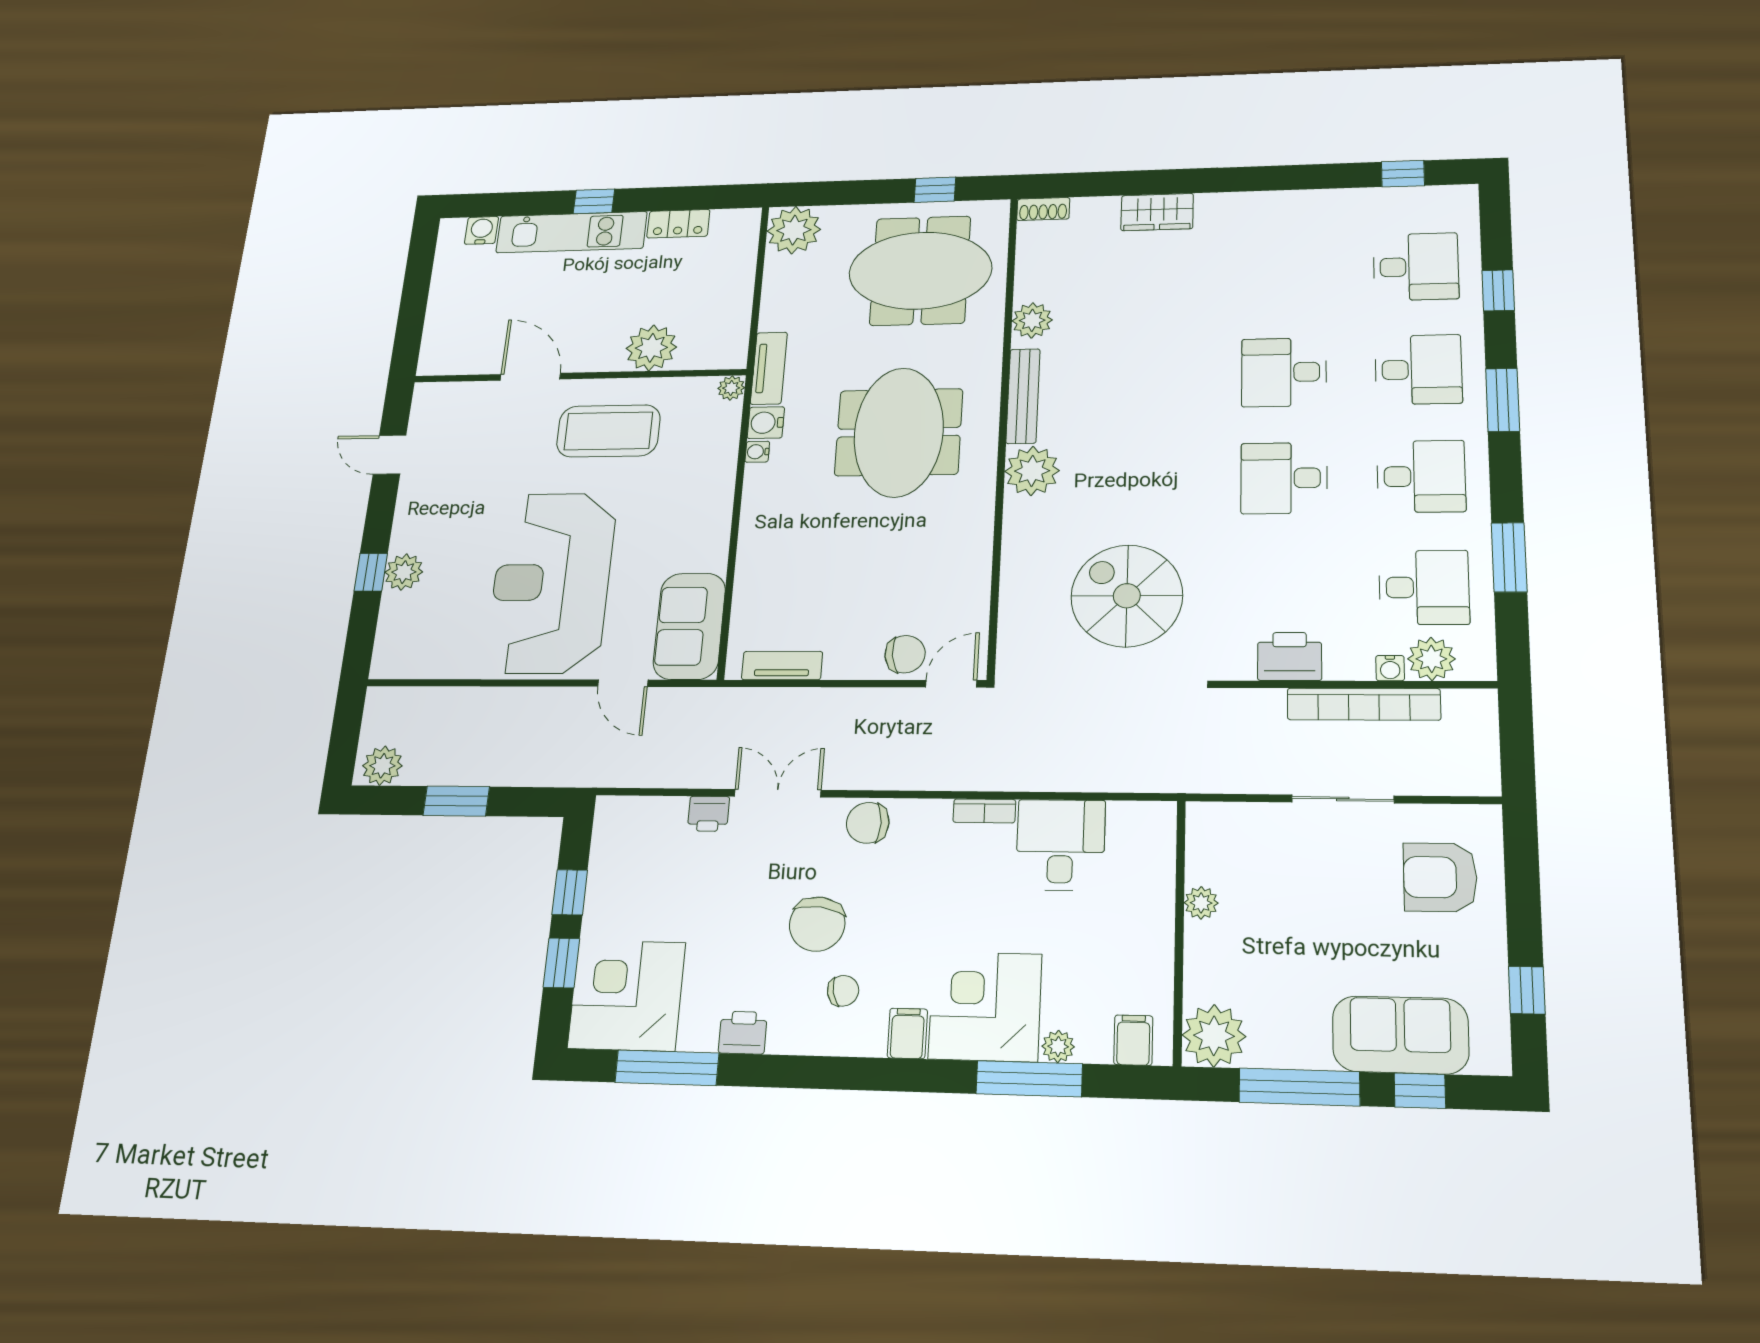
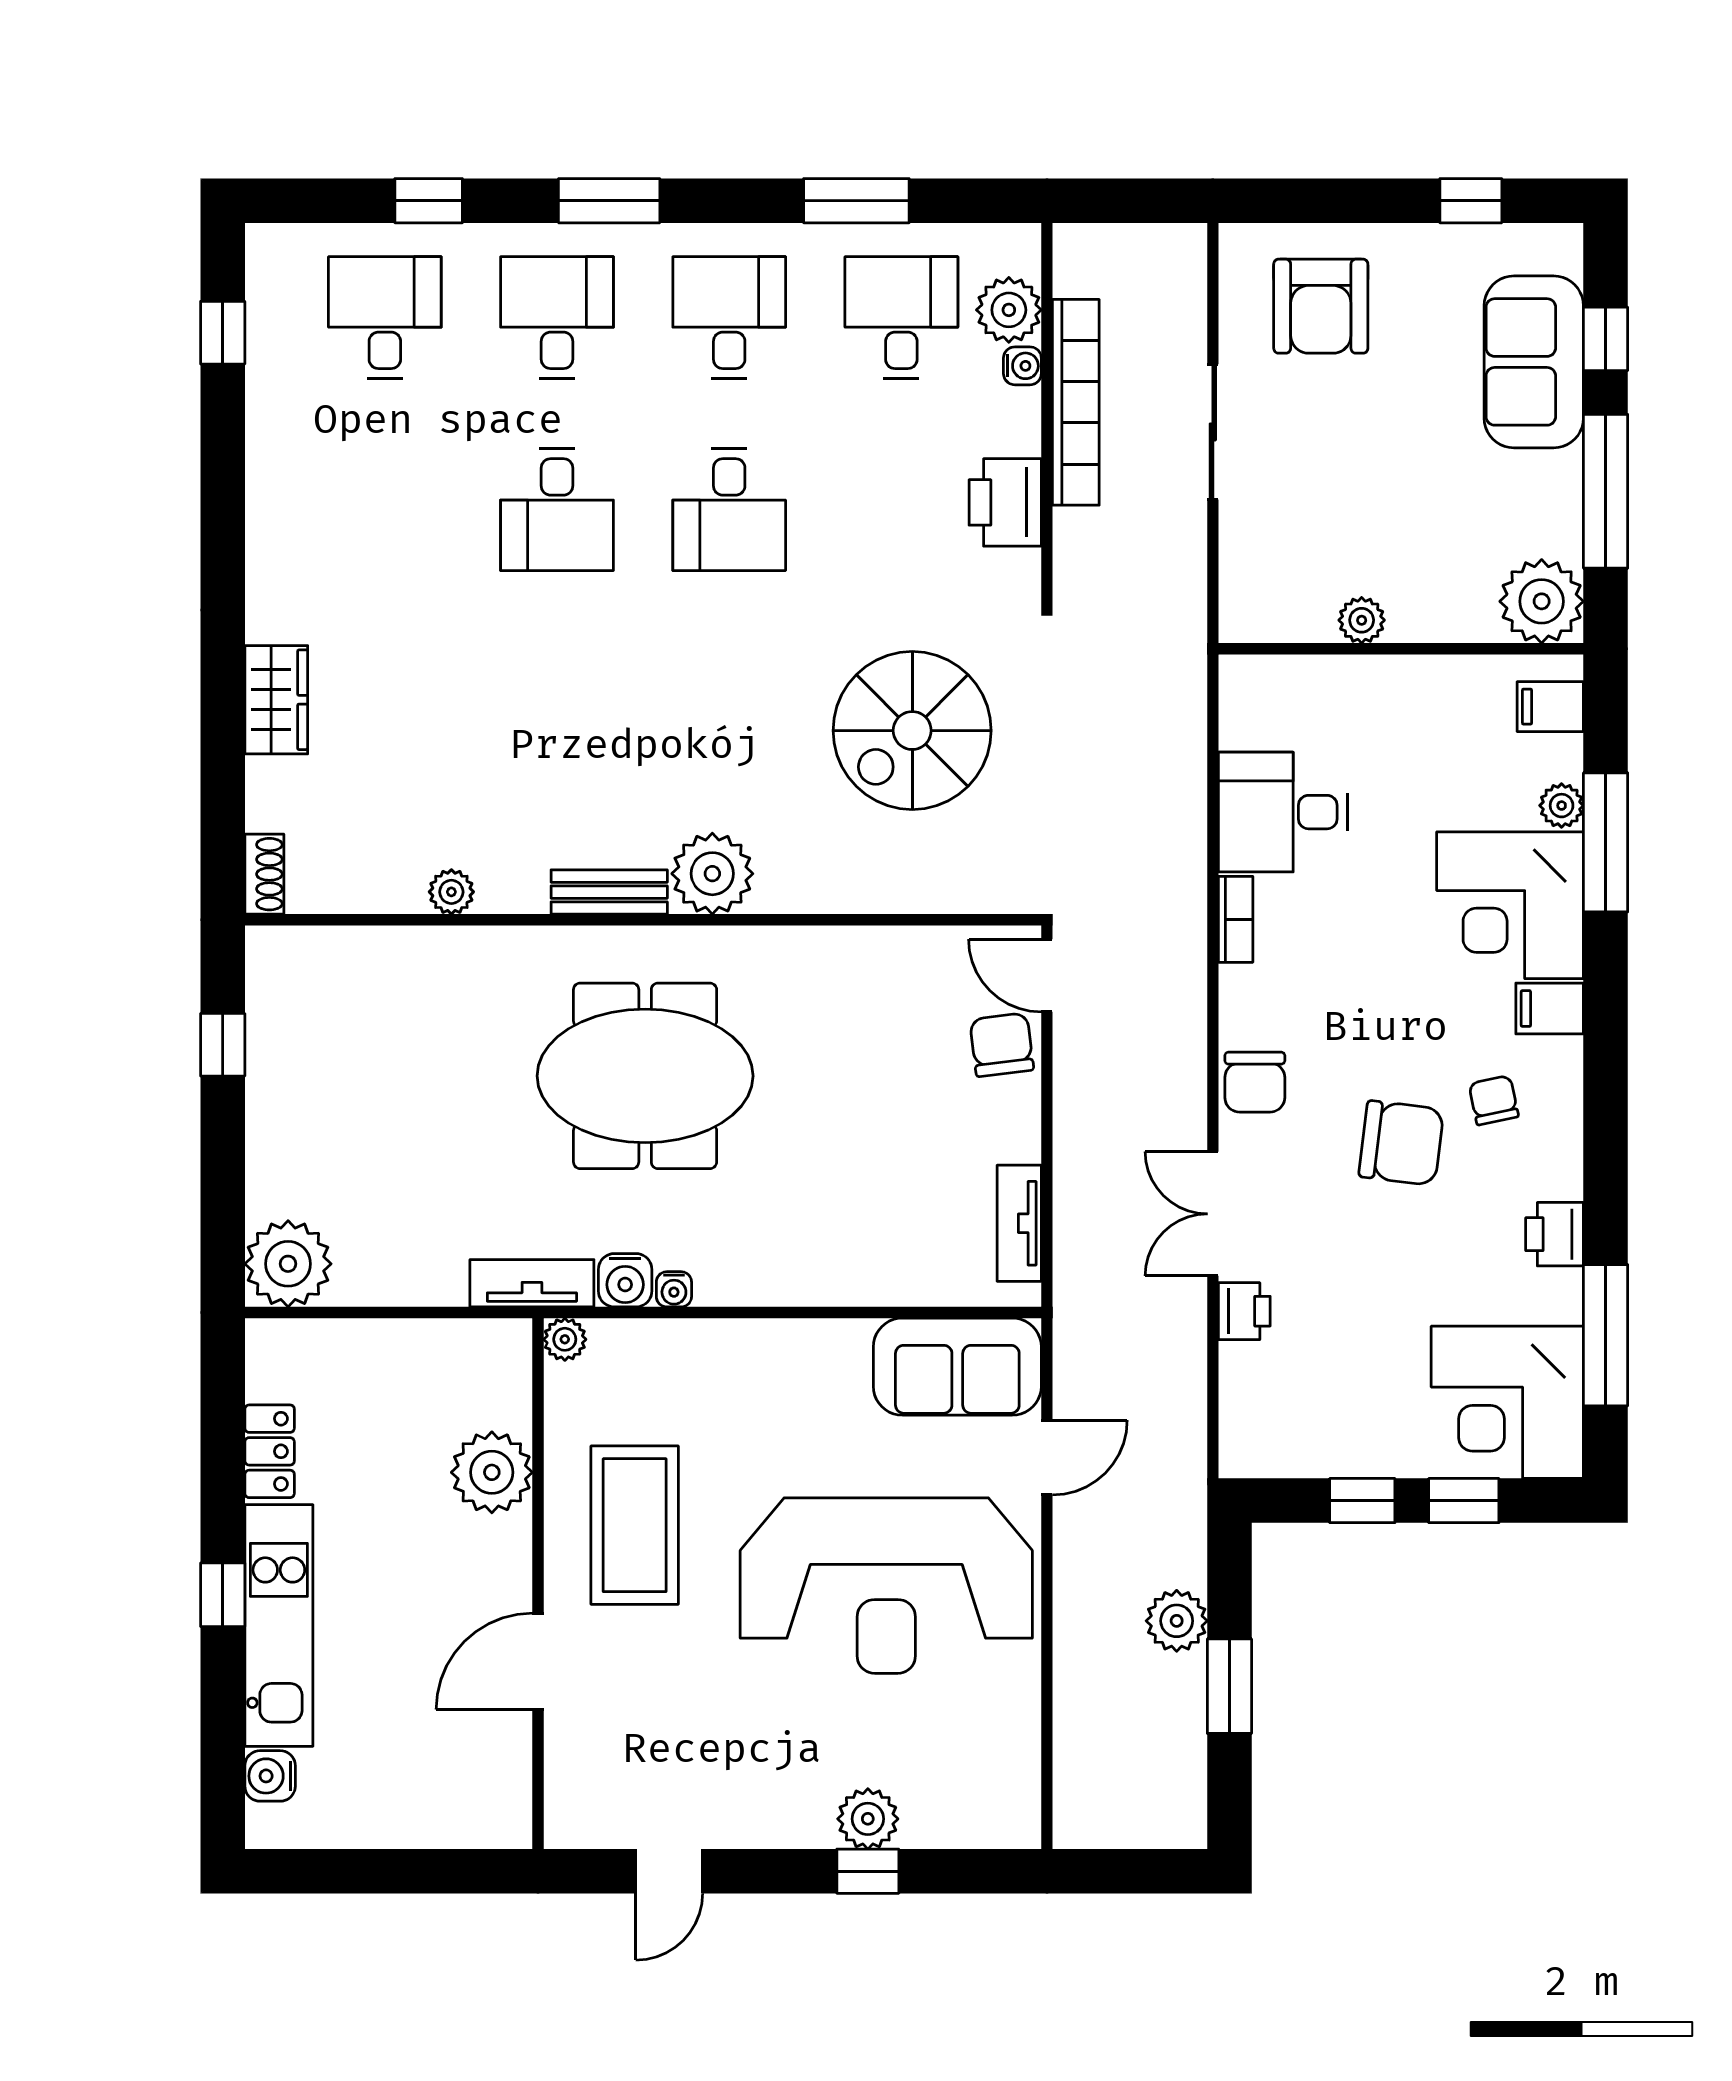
meeting table: (920, 271) -> (367, 1059), removed
plant: (1032, 320) -> (451, 892), width x0.73, depth x0.73
bench: (1023, 396) -> (609, 892), width x0.73
plant: (382, 766) -> (1177, 1621), moved

